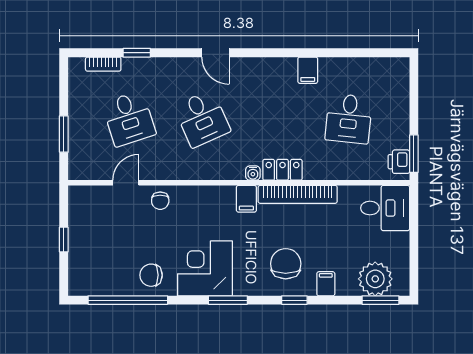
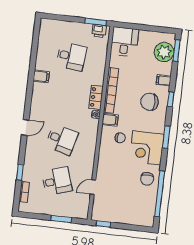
desk: (202, 119) -> (62, 140), turned 39
door: (126, 183) -> (93, 187), hinge flipped
chair: (160, 201) -> (120, 138), moved
window: (64, 240) -> (103, 224), moved

